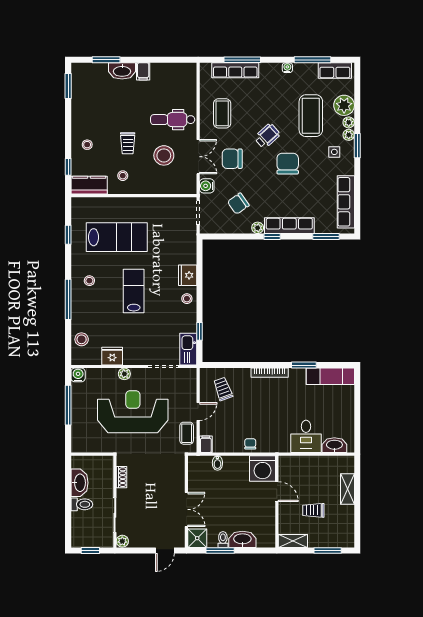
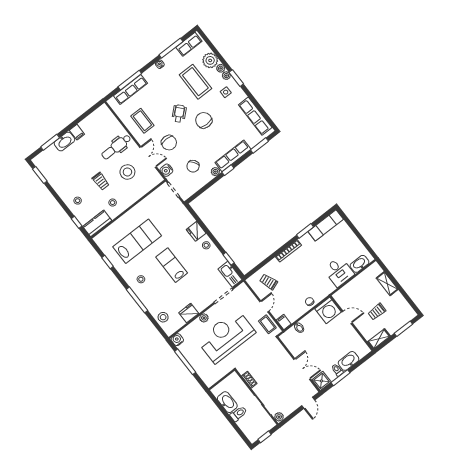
chair: (232, 159) -> (169, 143), turned -90

